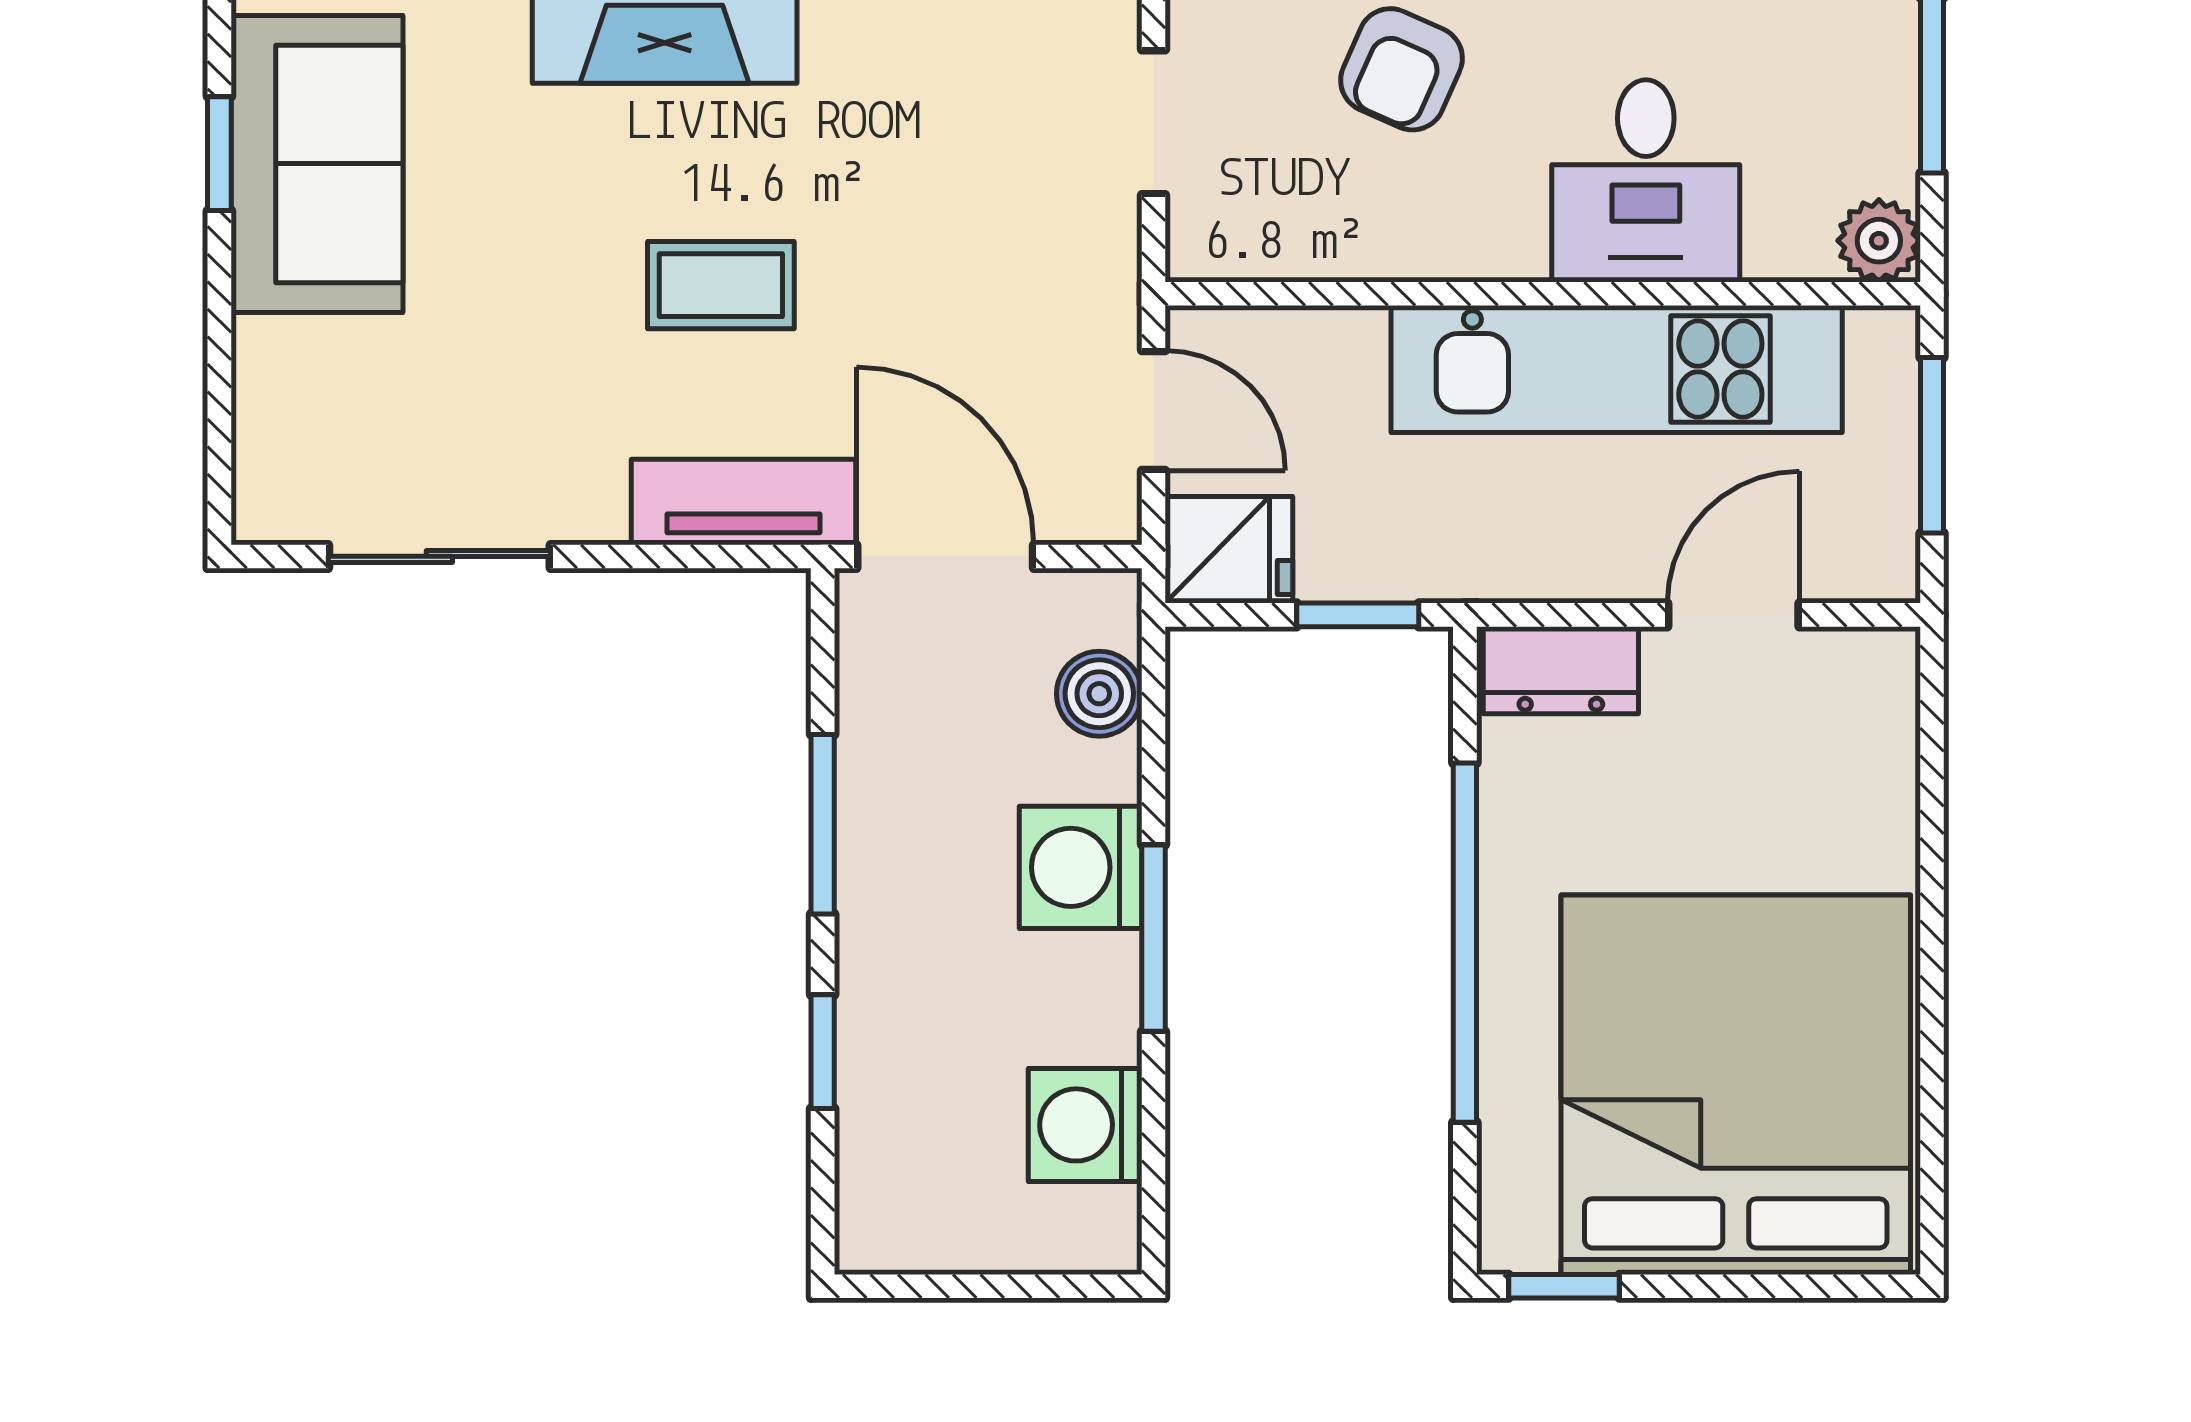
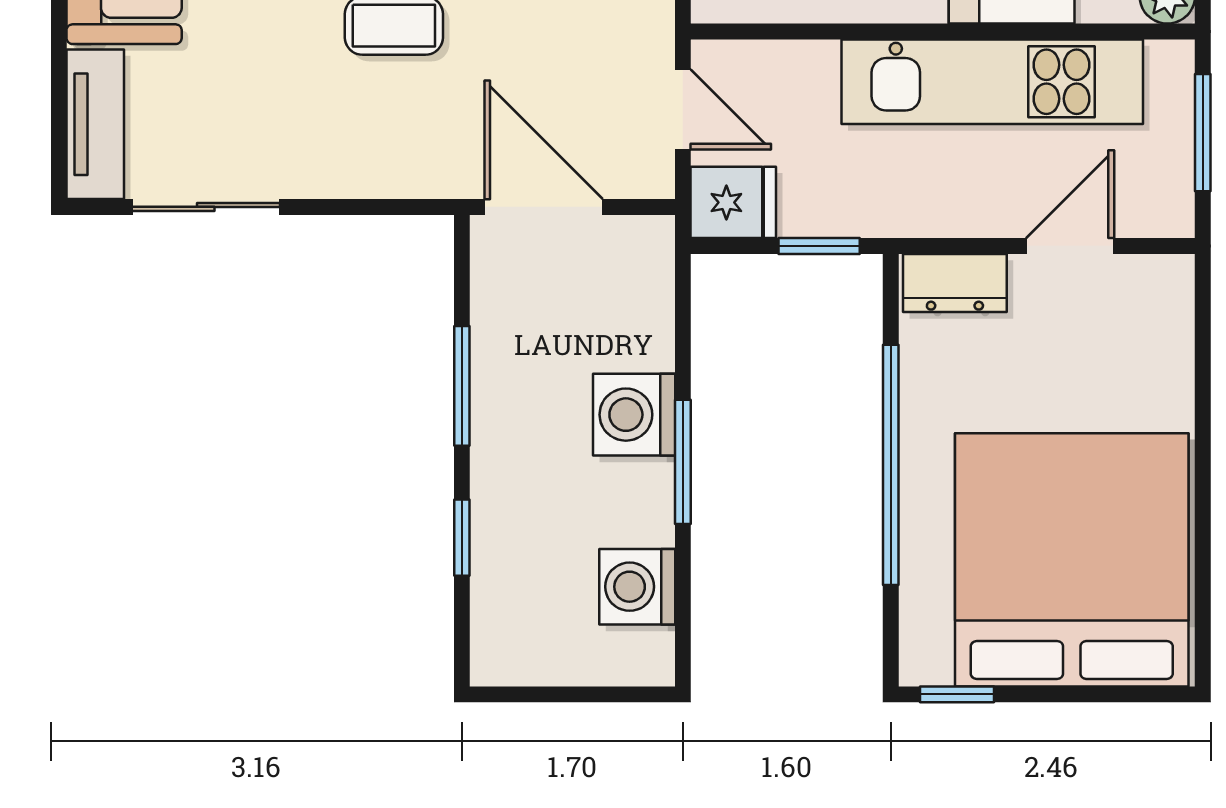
tv unit: (743, 502) -> (95, 124), moved, turned 90
boiler: (1099, 694) -> (647, 299), removed

